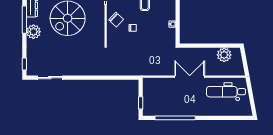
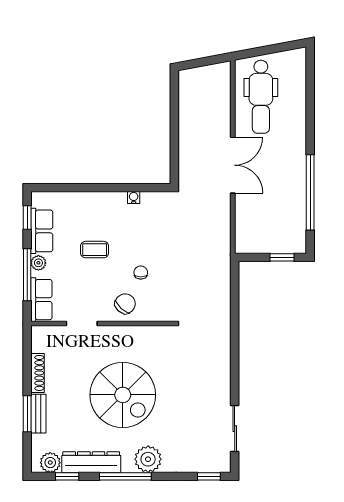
plant: (224, 55) -> (192, 100), removed
double door: (190, 77) -> (233, 165), swing flipped

